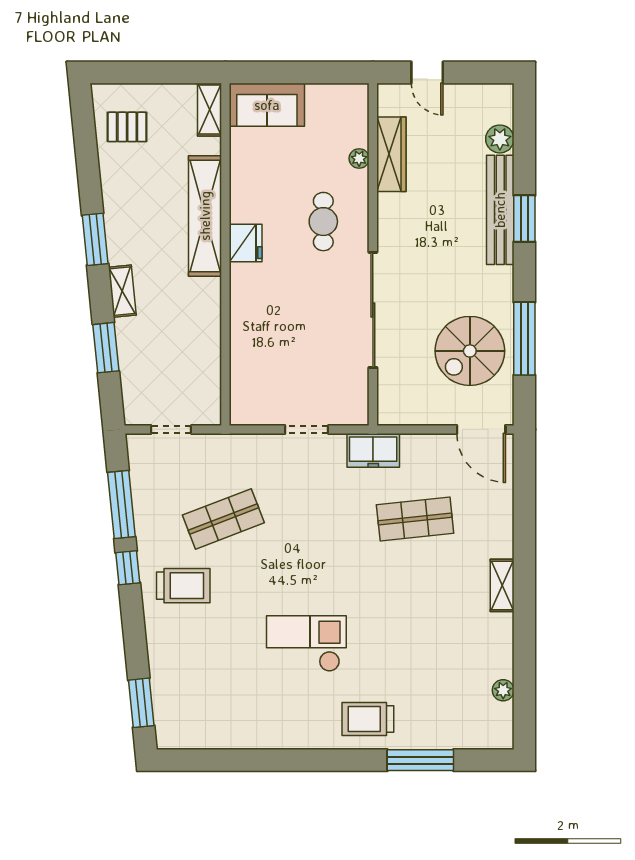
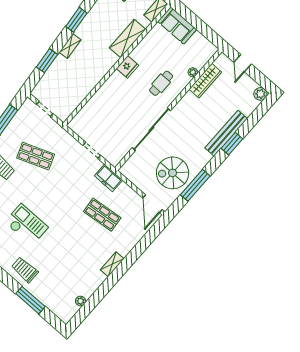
plant: (500, 139) -> (260, 94), moved
shelving: (205, 216) -> (128, 39), width x0.68

